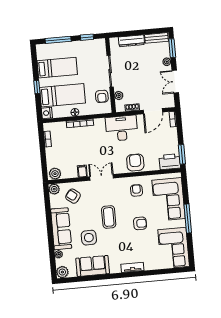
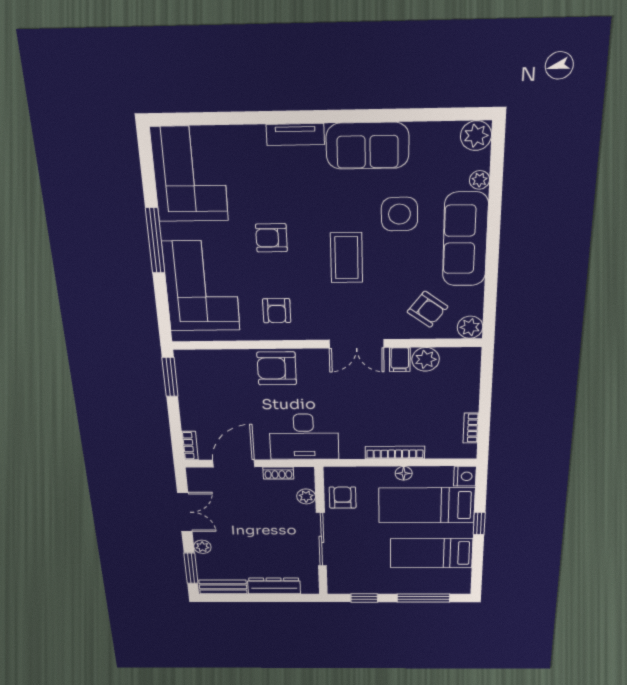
armchair: (135, 162) -> (277, 368), turned 90
printer: (170, 162) -> (198, 364), removed
plant: (55, 174) -> (426, 359), moved
sofa: (93, 266) -> (368, 146), moved

